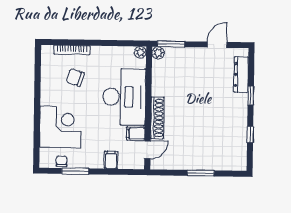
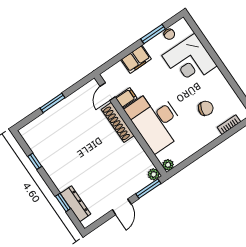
door: (217, 45) -> (122, 207), moved
bookcase: (72, 50) -> (229, 125), width x0.64
window: (251, 96) -> (63, 202), moved
filing cabinet: (111, 160) -> (136, 59), width x2.00

